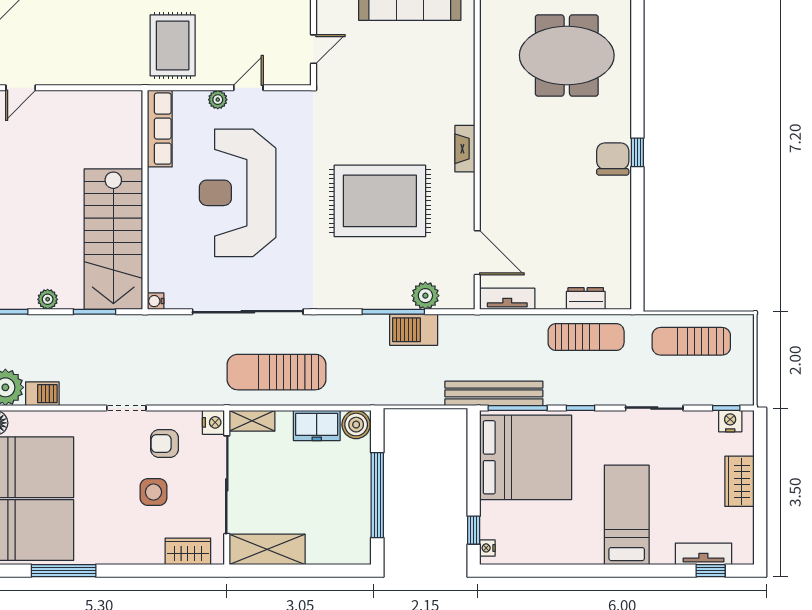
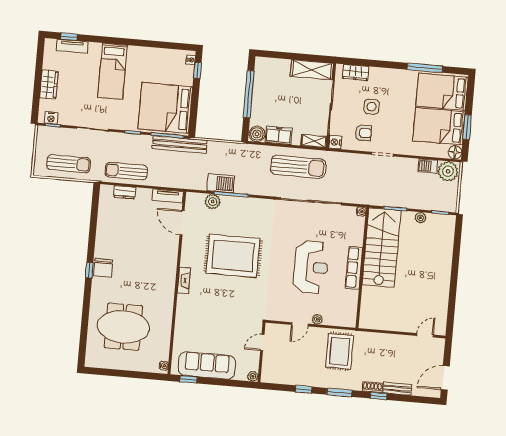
row of seats: (160, 129) -> (354, 268), moved
reception desk: (238, 193) -> (311, 267), width x0.74, depth x0.77

